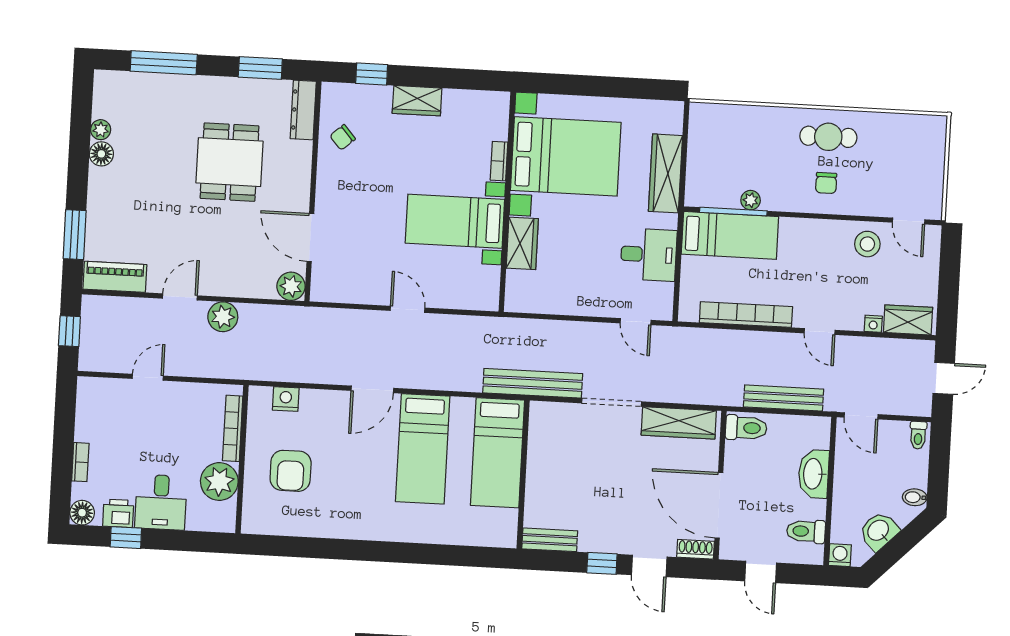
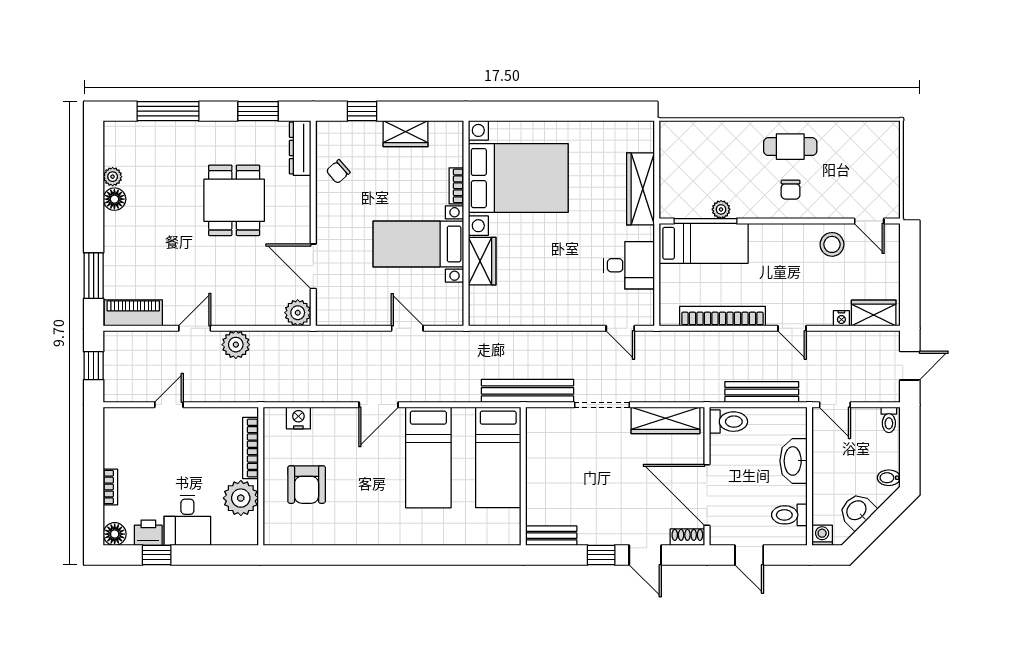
bed with nightstands: (566, 156) -> (518, 178), moved
bookcase: (499, 161) -> (456, 186), moved
wall: (507, 202) -> (466, 223), moved
bed with nightstands: (455, 221) -> (418, 244), moved
wardrobe: (522, 243) -> (482, 261), moved

